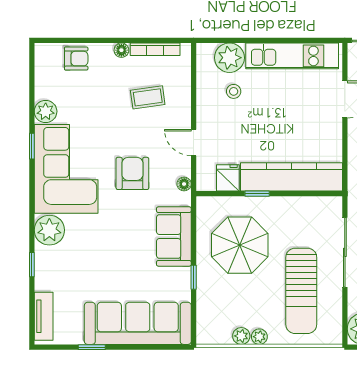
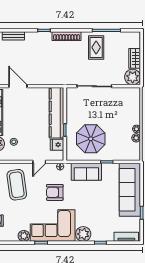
coffee table: (148, 97) -> (17, 185), width x1.86, depth x1.72
sun lounger: (301, 291) -> (114, 108), removed

